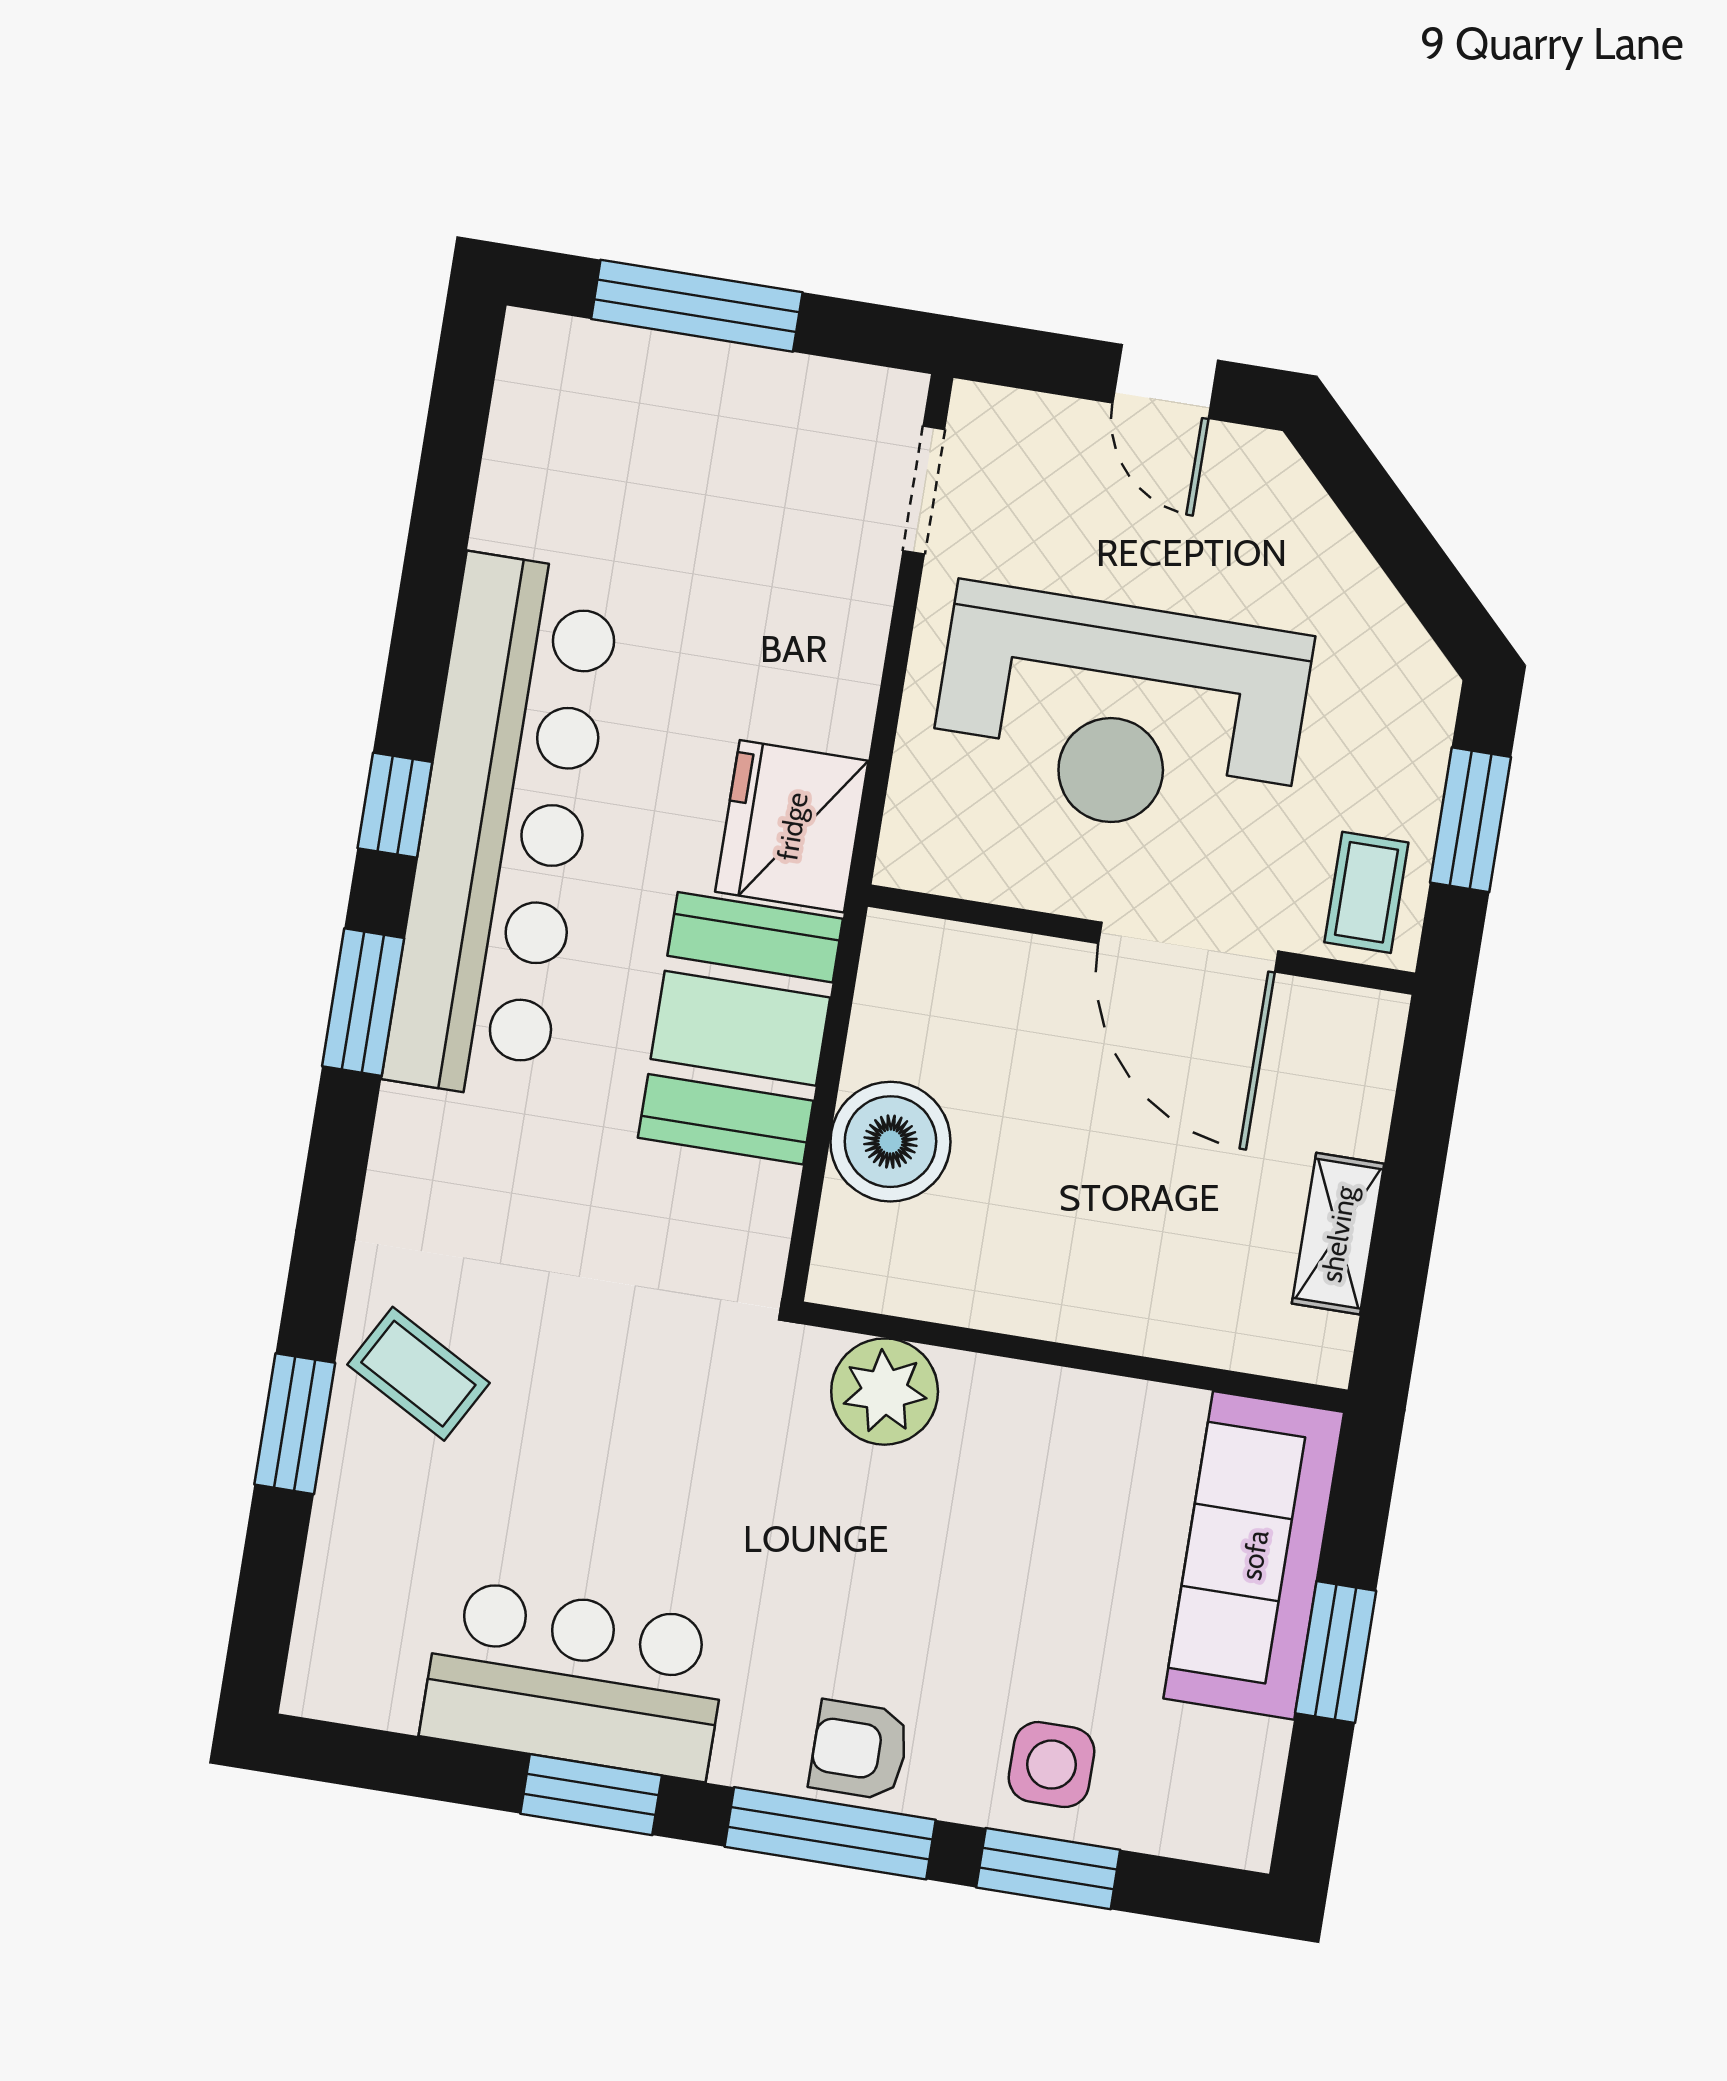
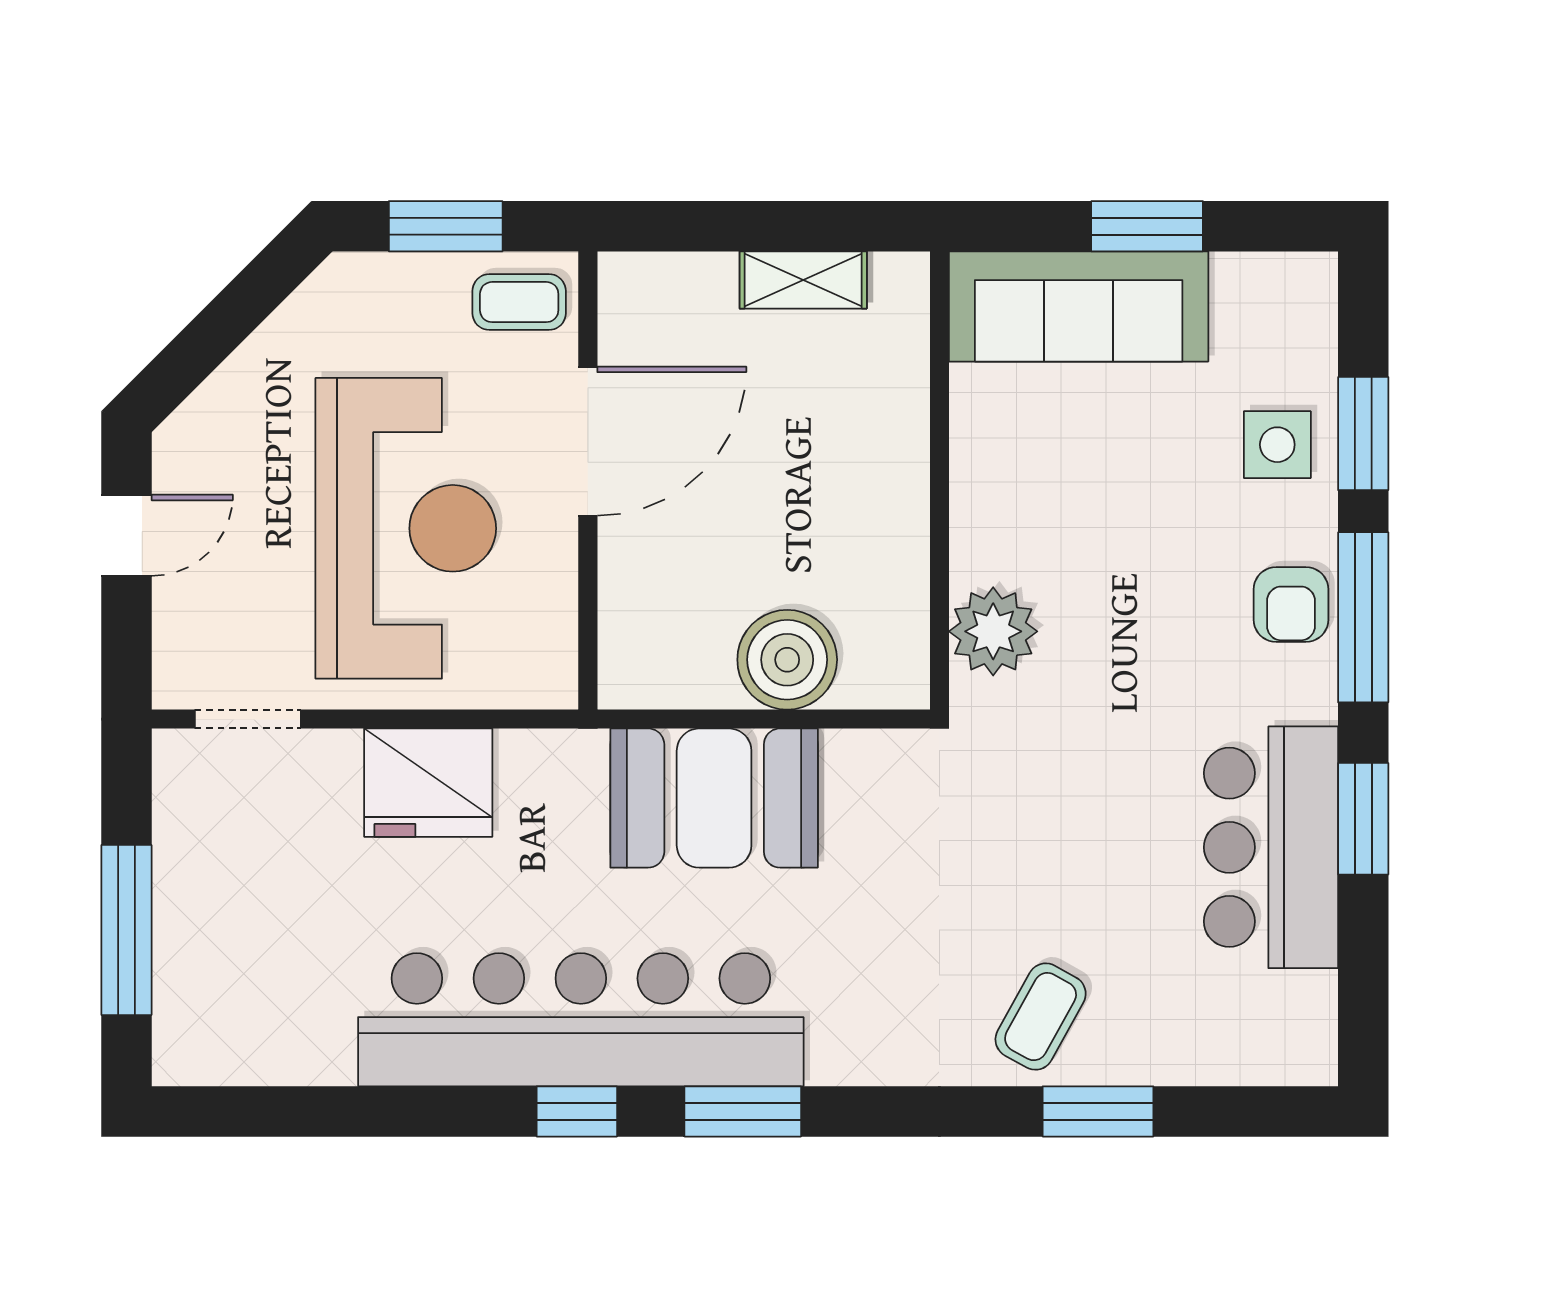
fridge: (792, 826) -> (428, 783), moved

